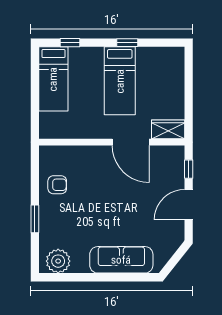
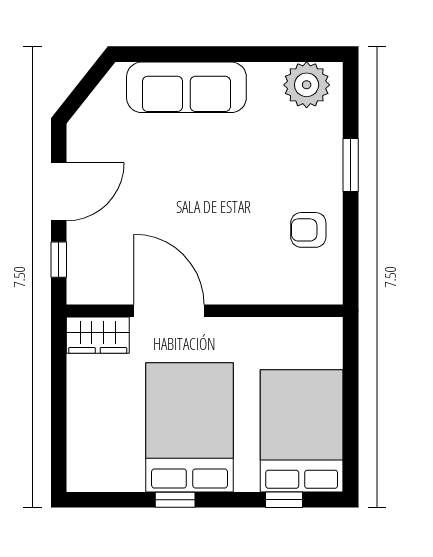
bed: (53, 79) -> (302, 431), width x1.50
bed: (120, 81) -> (190, 427), width x1.50

